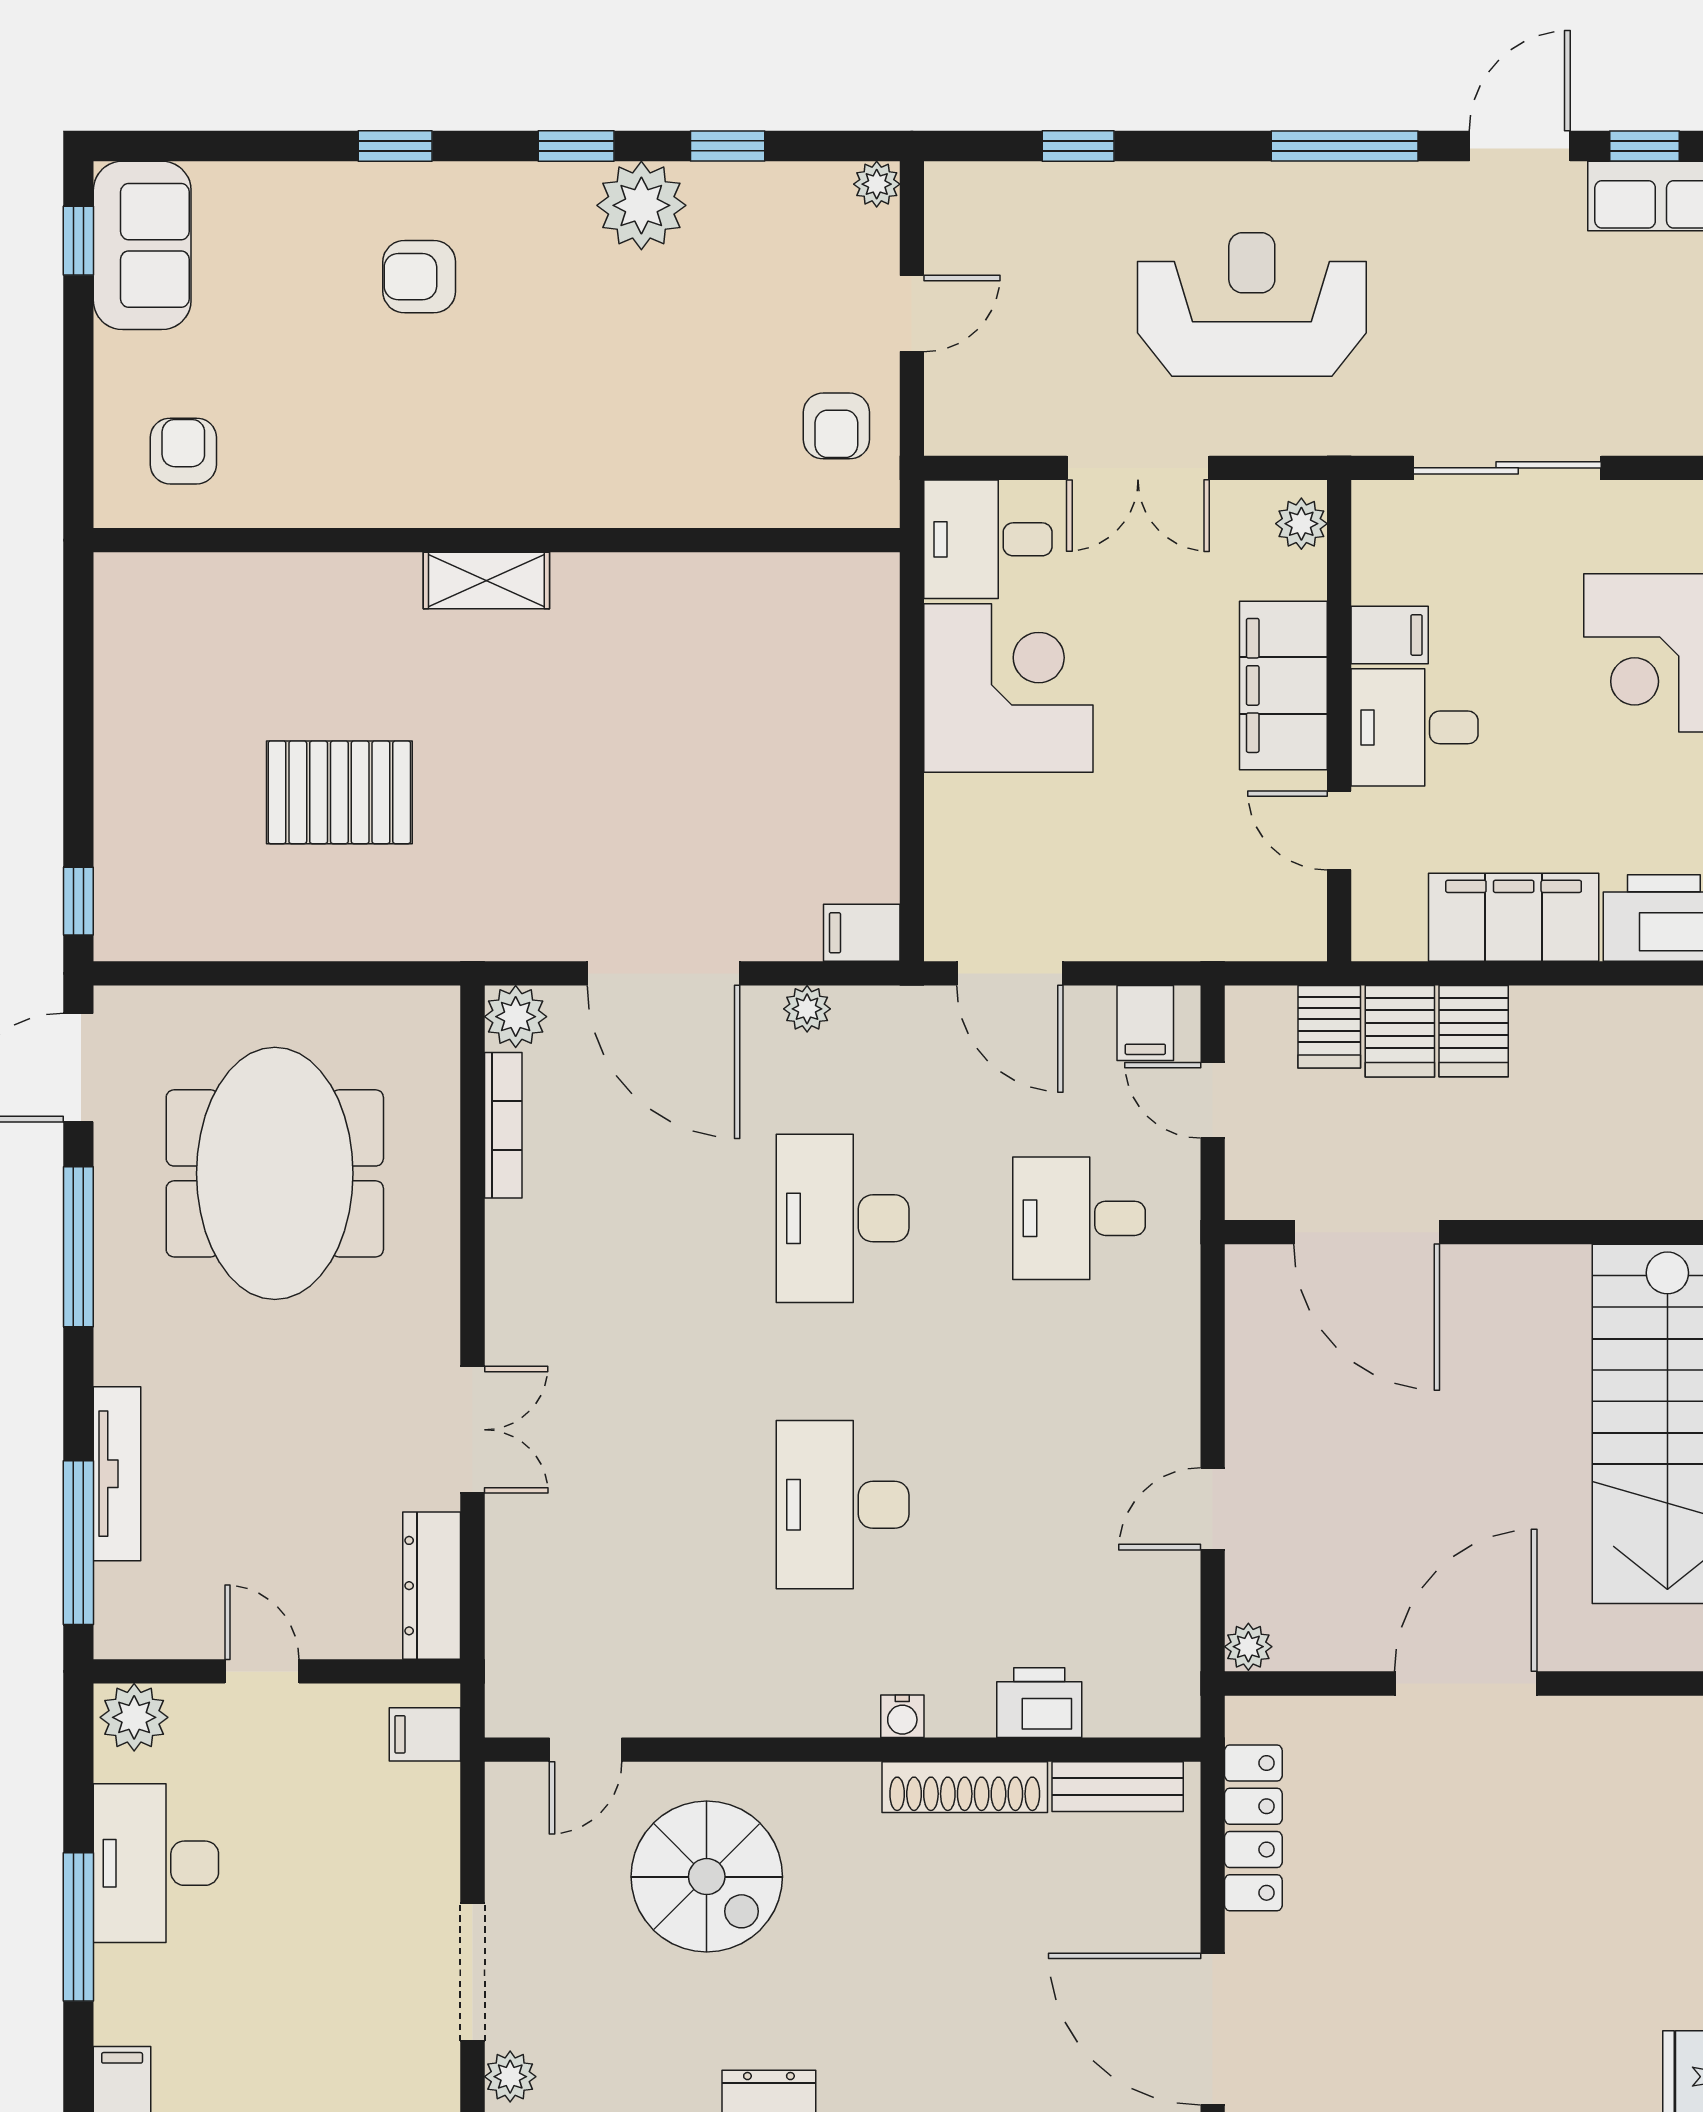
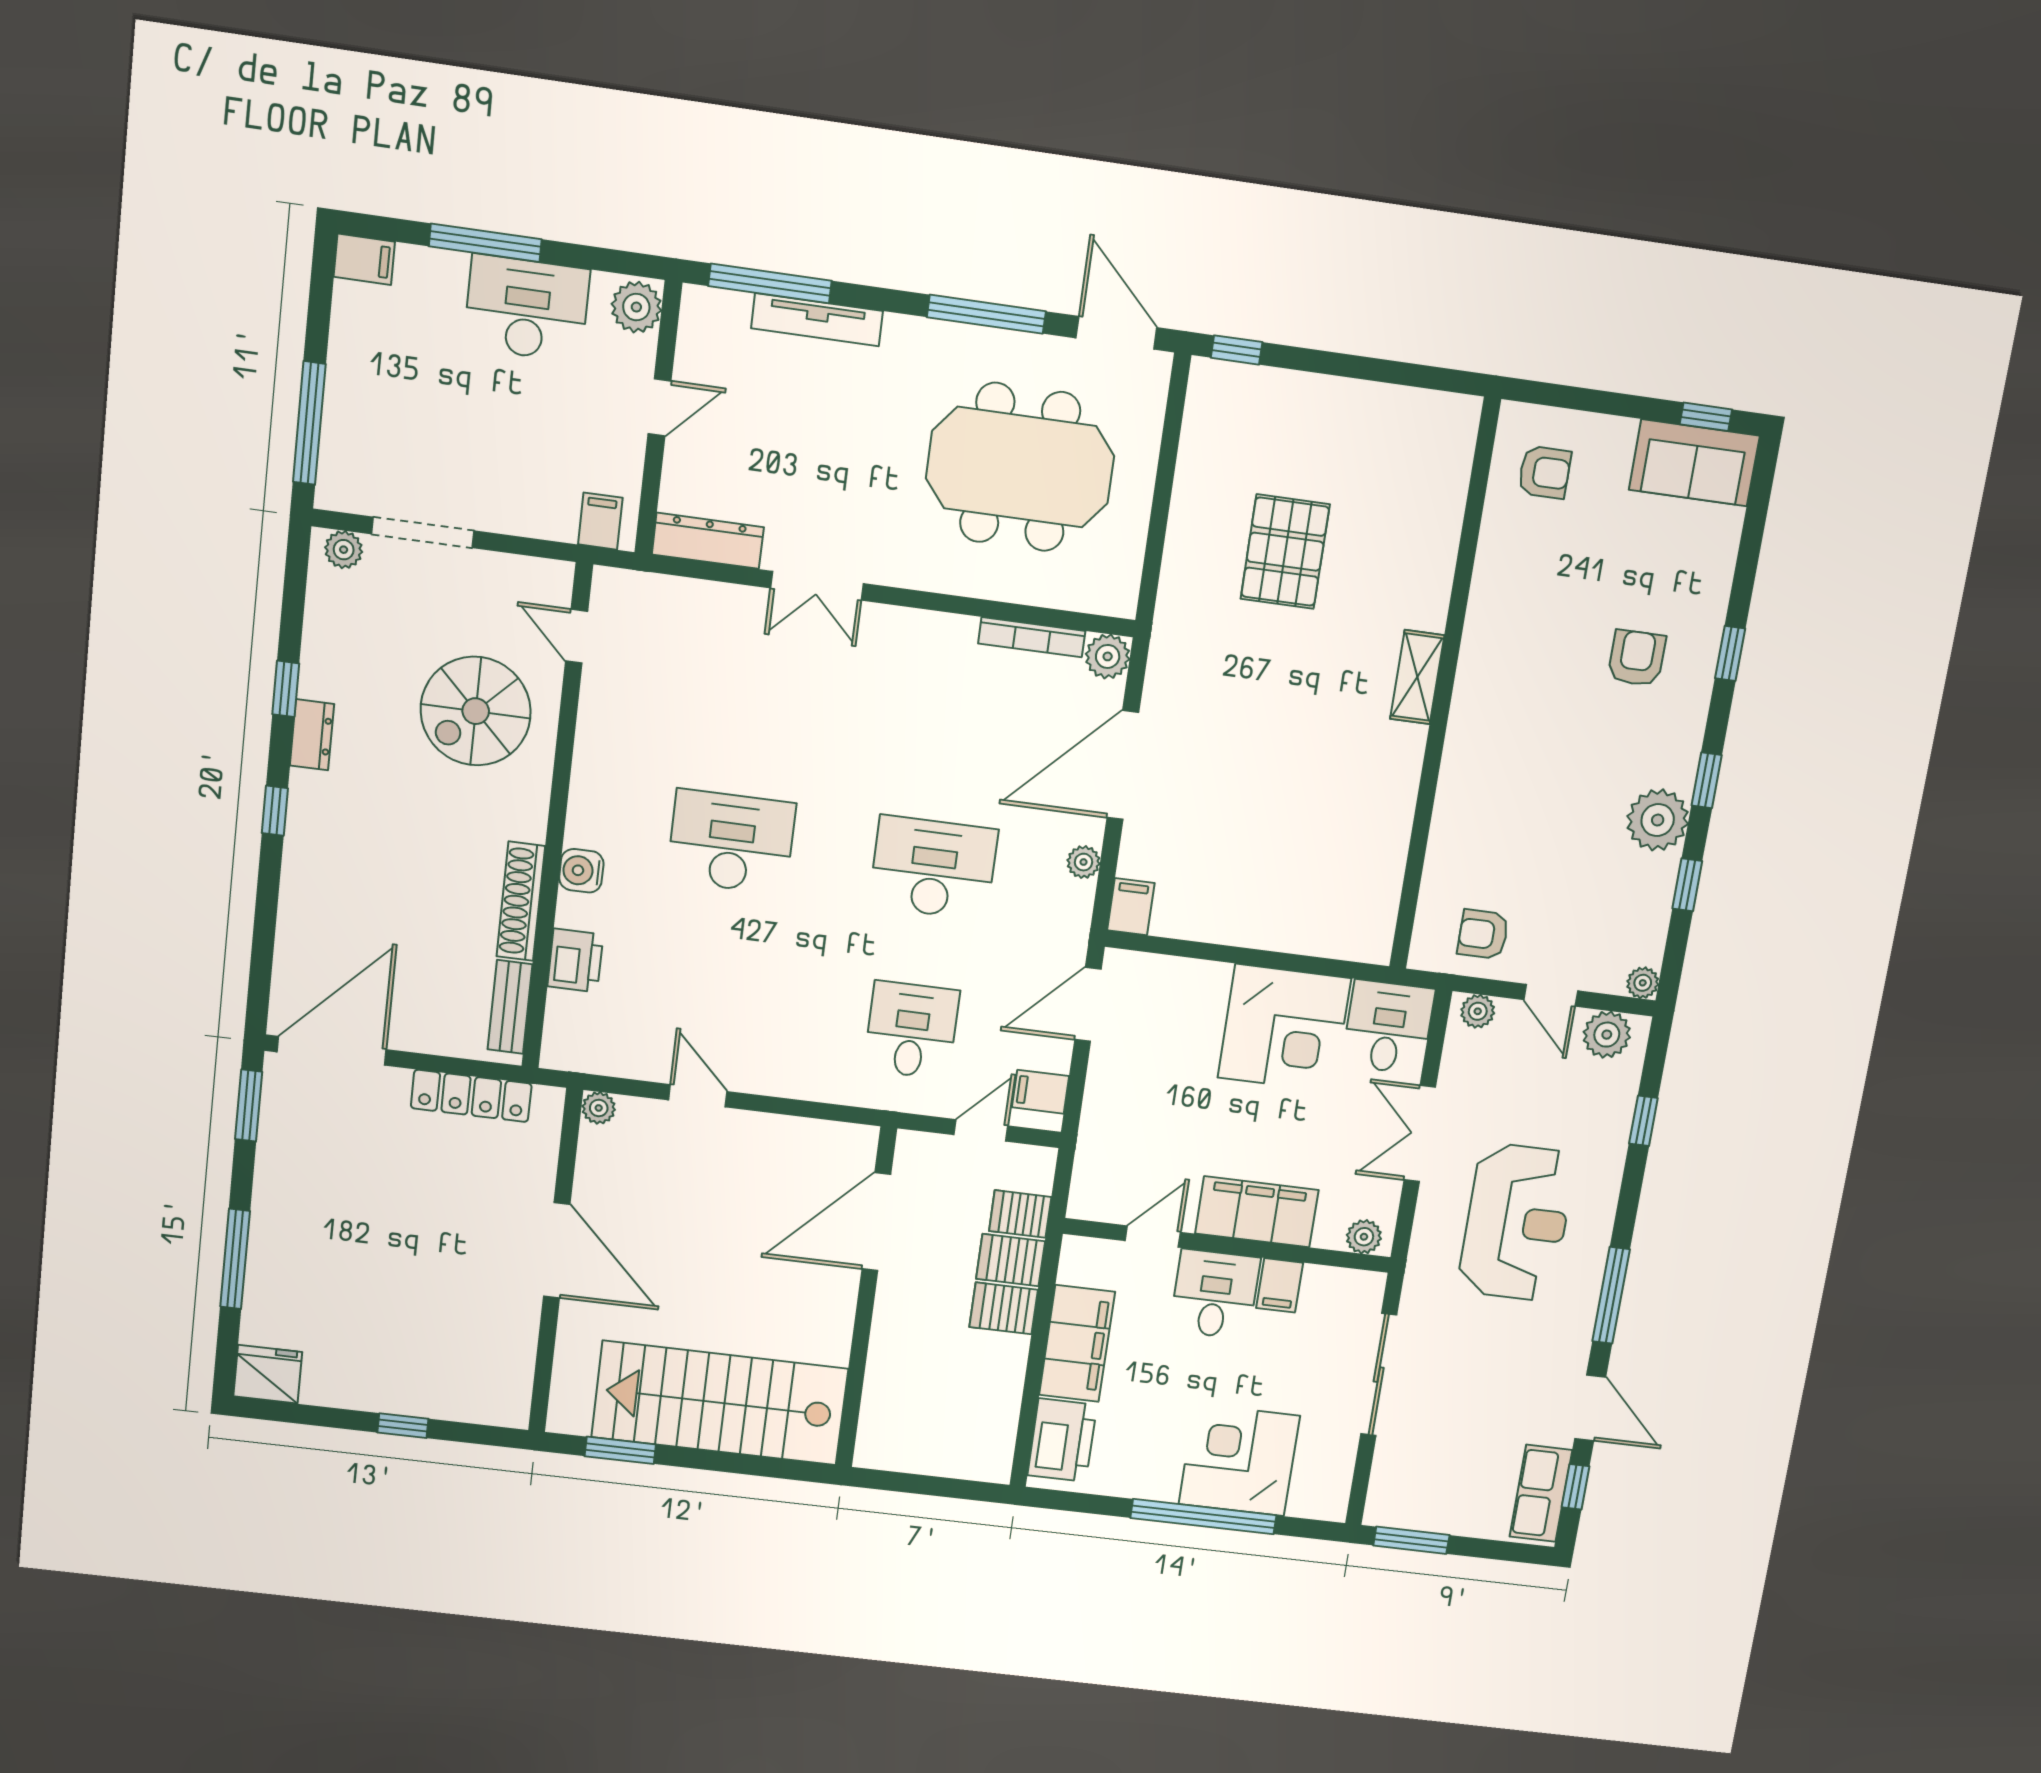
plant: (958, 222) -> (1607, 1035), added
plant: (948, 415) -> (1478, 1011), added
water cooler: (902, 1716) -> (581, 871), width x1.38, depth x1.38

